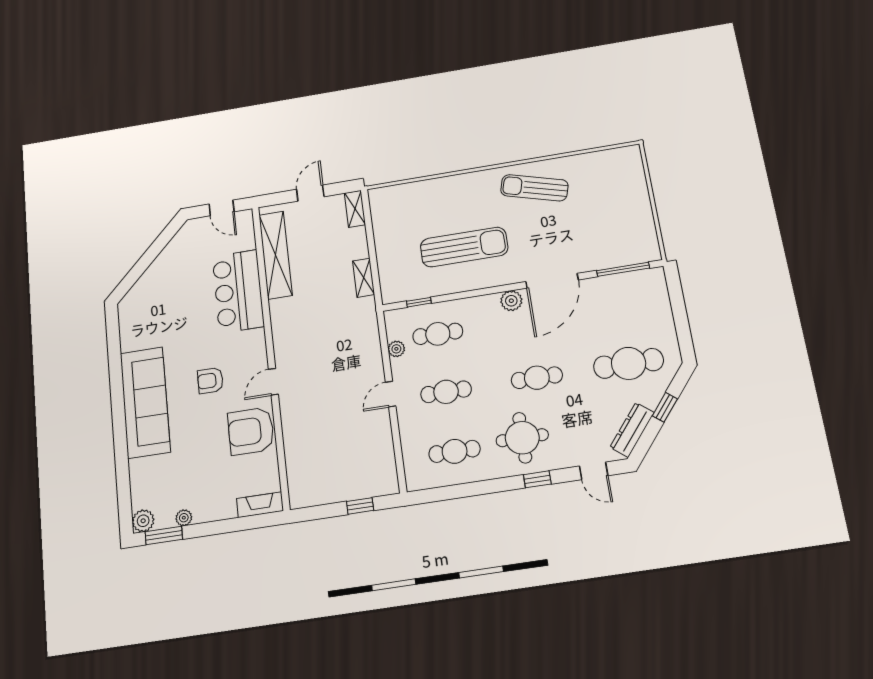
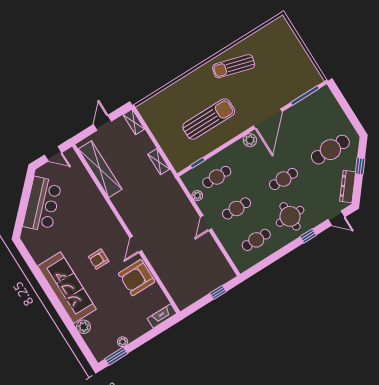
bar counter: (238, 291) -> (42, 204), moved, turned -135
plant: (143, 521) -> (84, 327), moved

